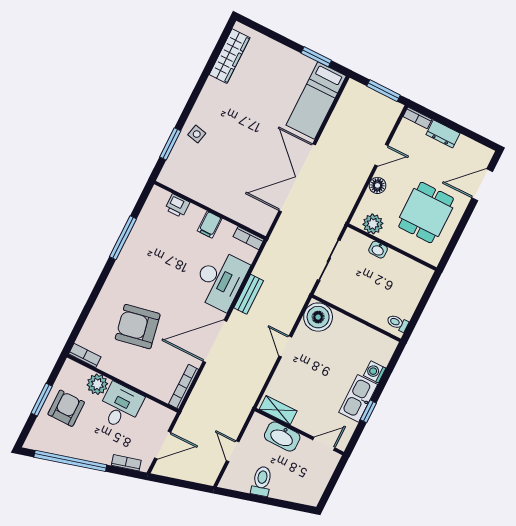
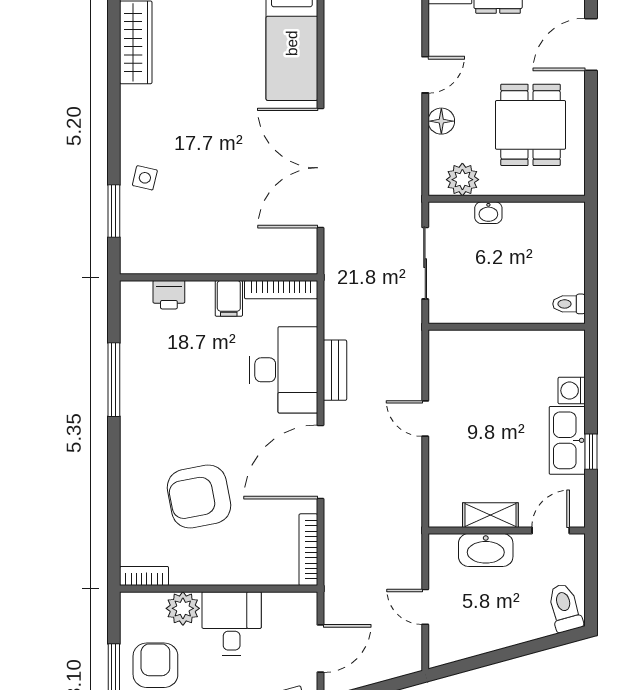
bookcase: (248, 238) -> (281, 290), width x1.56
boiler: (318, 317) -> (451, 353), removed
shelving: (278, 410) -> (490, 515), moved
toilet: (262, 481) -> (565, 608), moved

